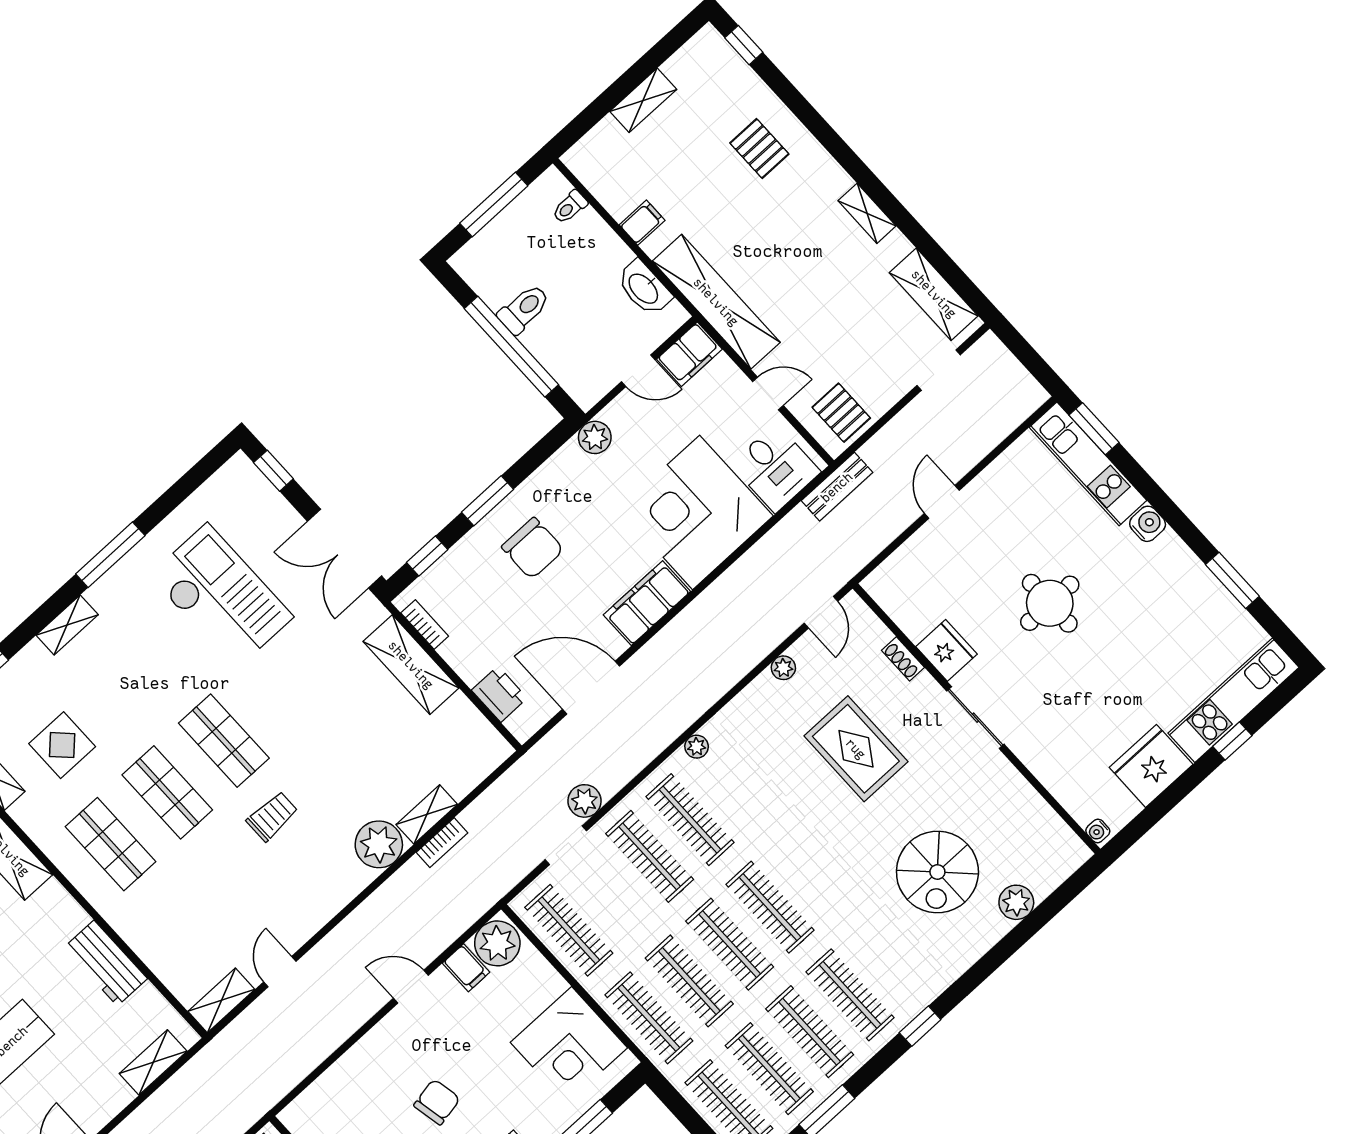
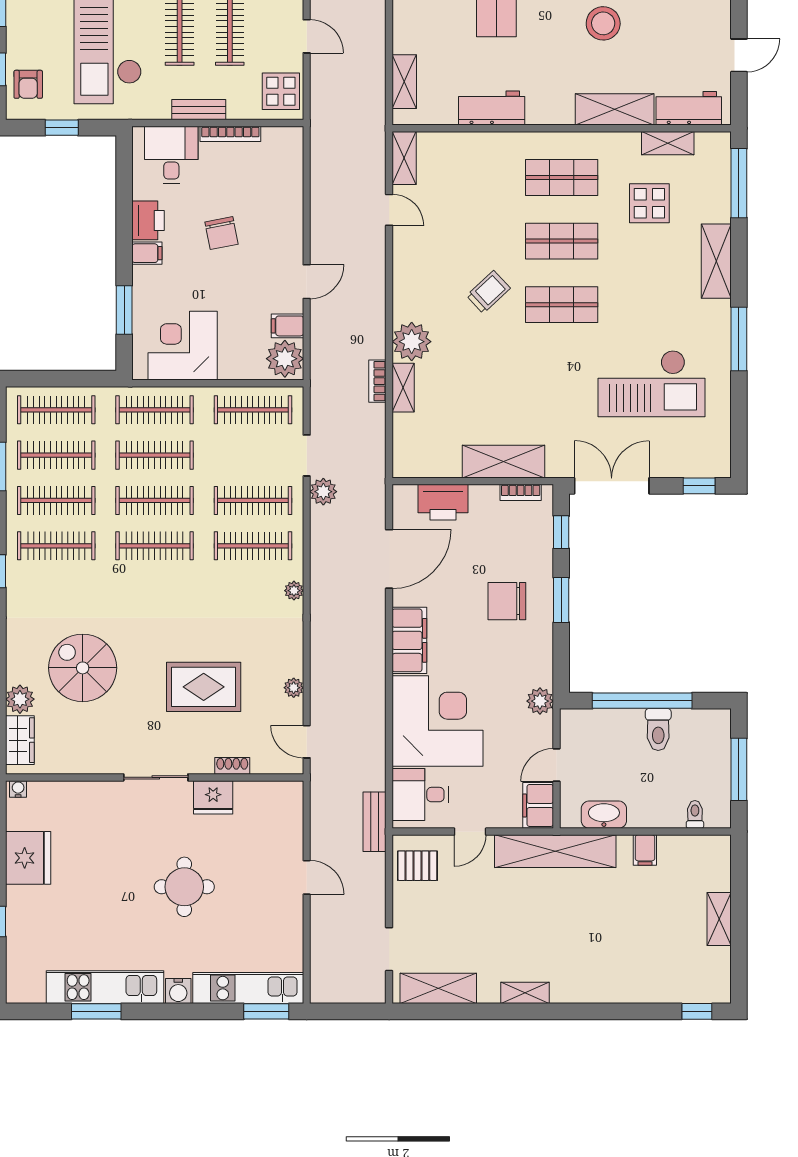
pallet: (759, 149) -> (625, 963), removed
shelving: (67, 625) -> (716, 261), width x1.50, depth x1.33
printer: (499, 694) -> (443, 502), width x1.37, depth x1.19
kitchen unit: (1234, 700) -> (105, 987), moved, turned -90
trolley: (272, 816) -> (488, 292), turned -133
wardrobe: (1053, 869) -> (20, 740), added

